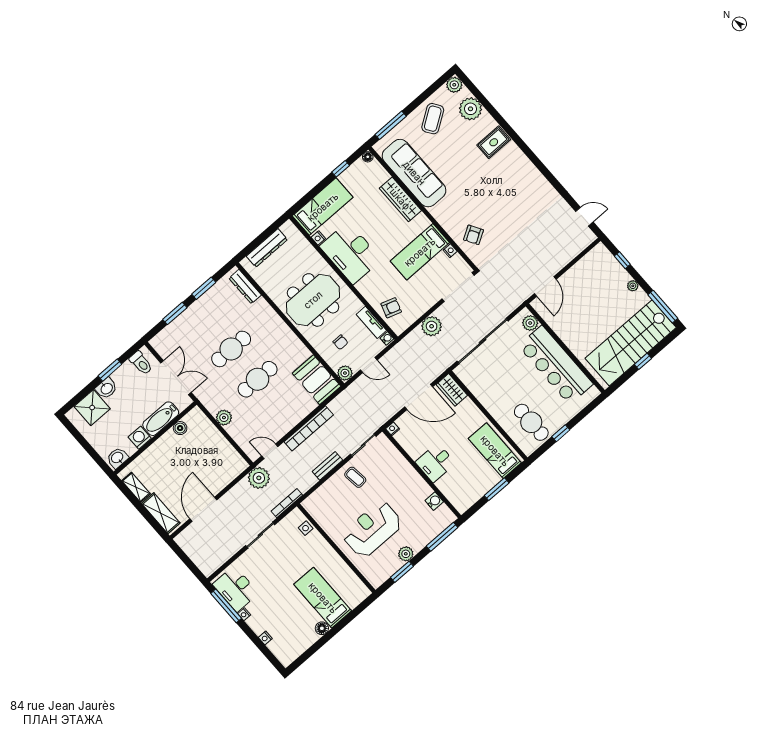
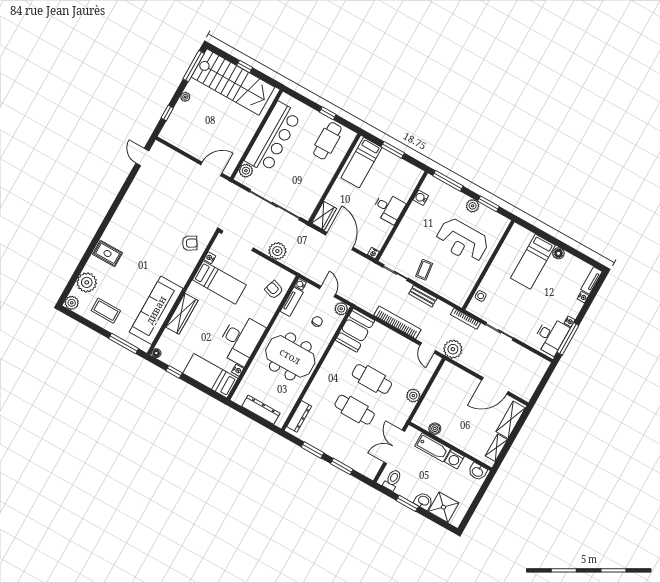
coffee table: (433, 119) -> (106, 311), turned 34
tv unit: (280, 653) -> (591, 280), added

